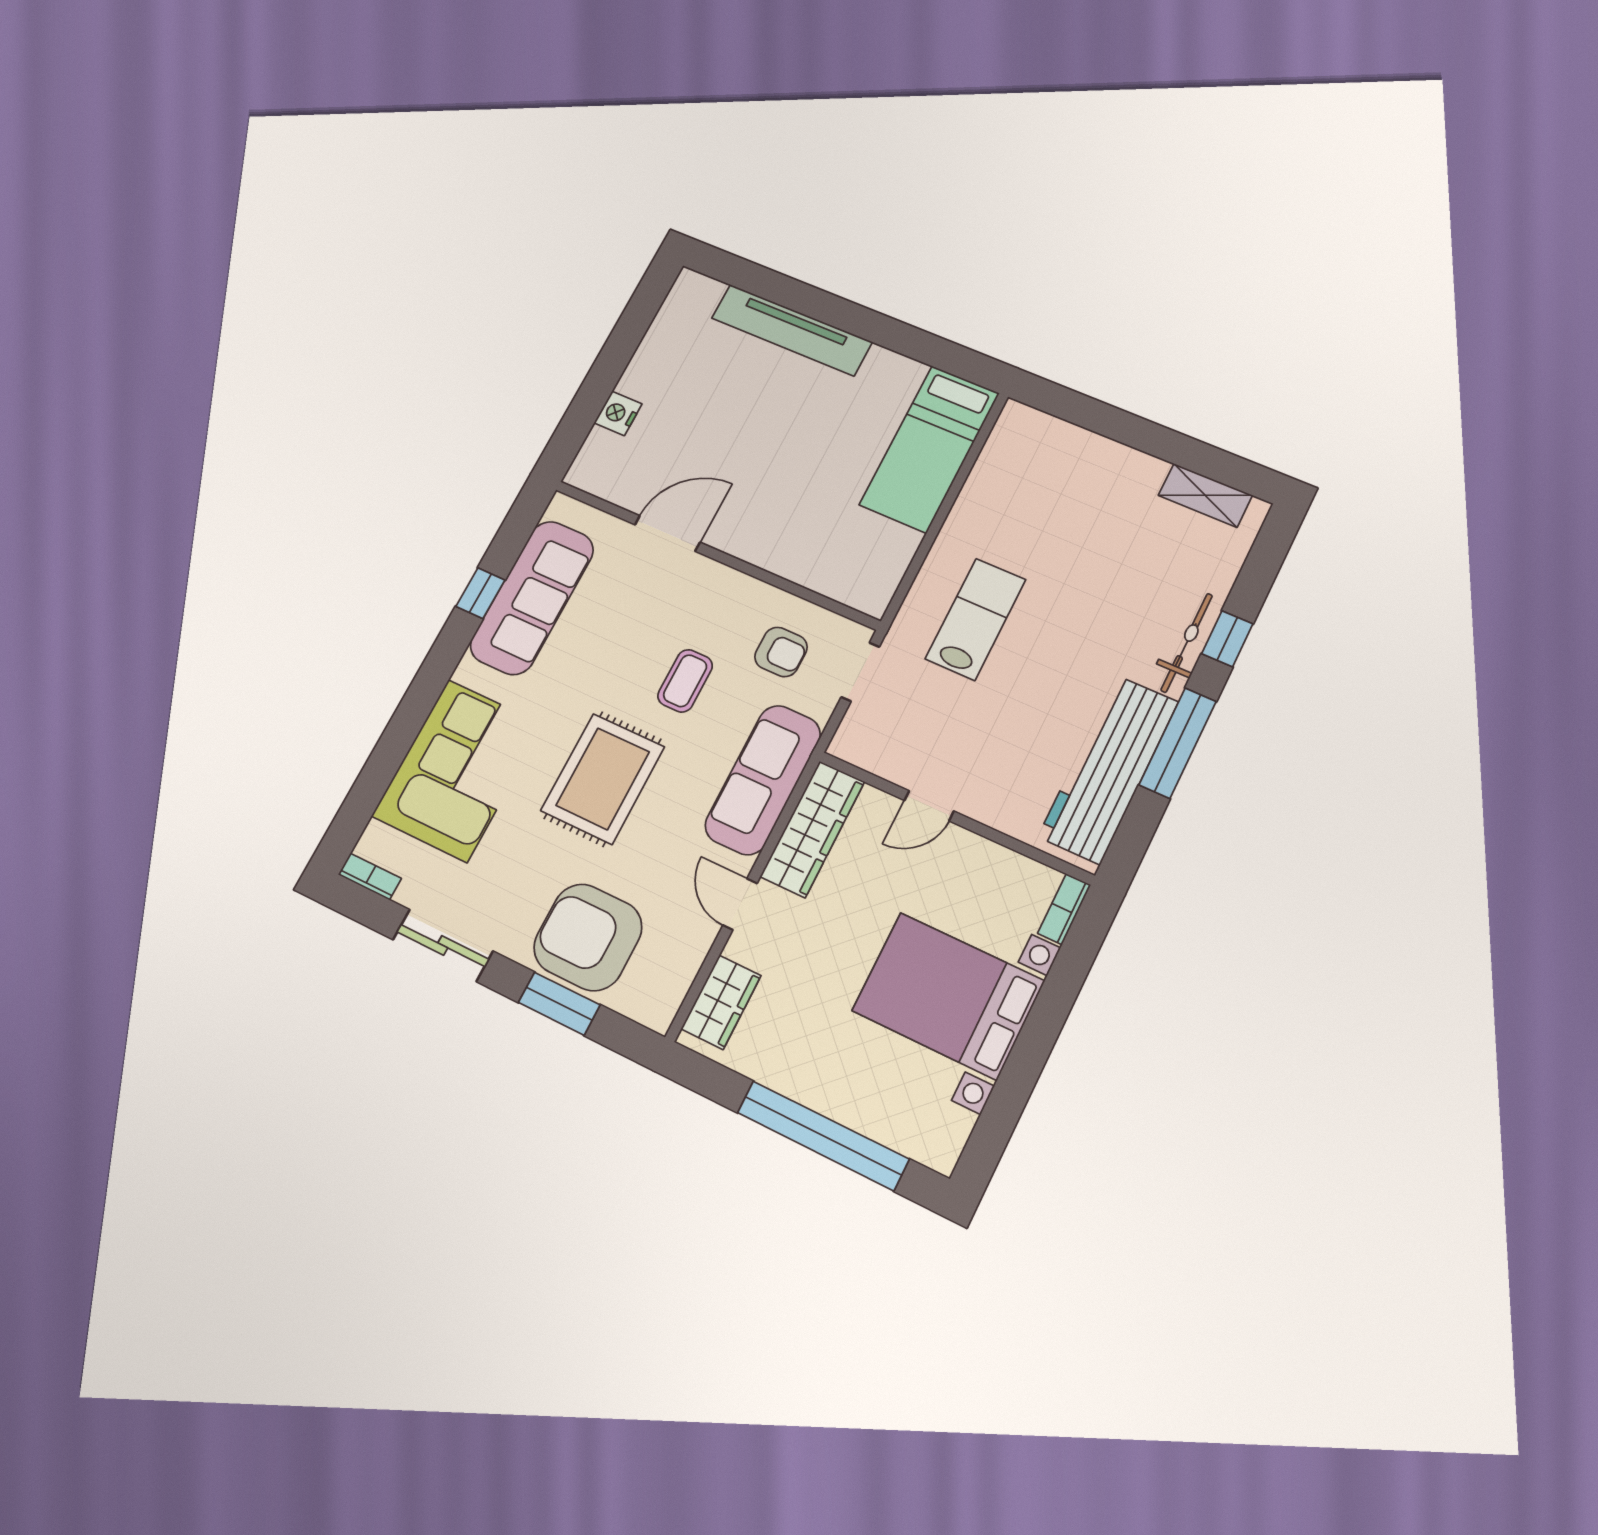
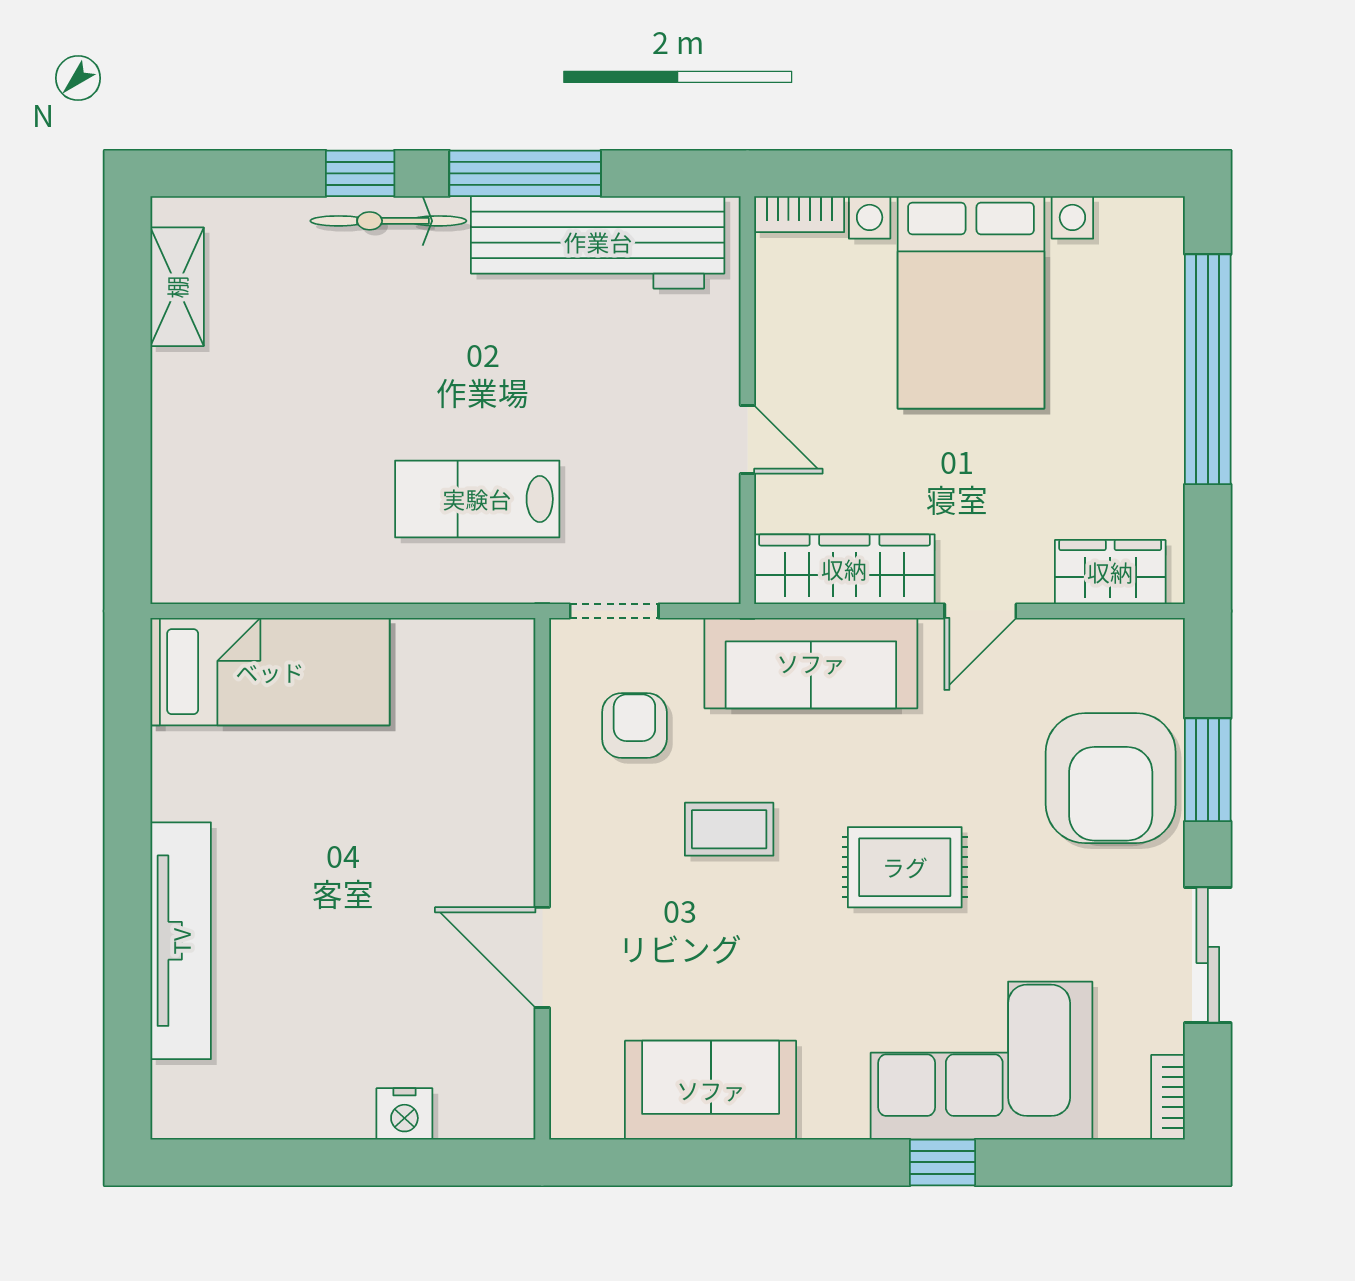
window: (480, 593) -> (942, 1162), moved
sofa: (532, 597) -> (711, 1090), width x0.73
rug: (603, 779) -> (905, 867), width x0.73, depth x0.70

